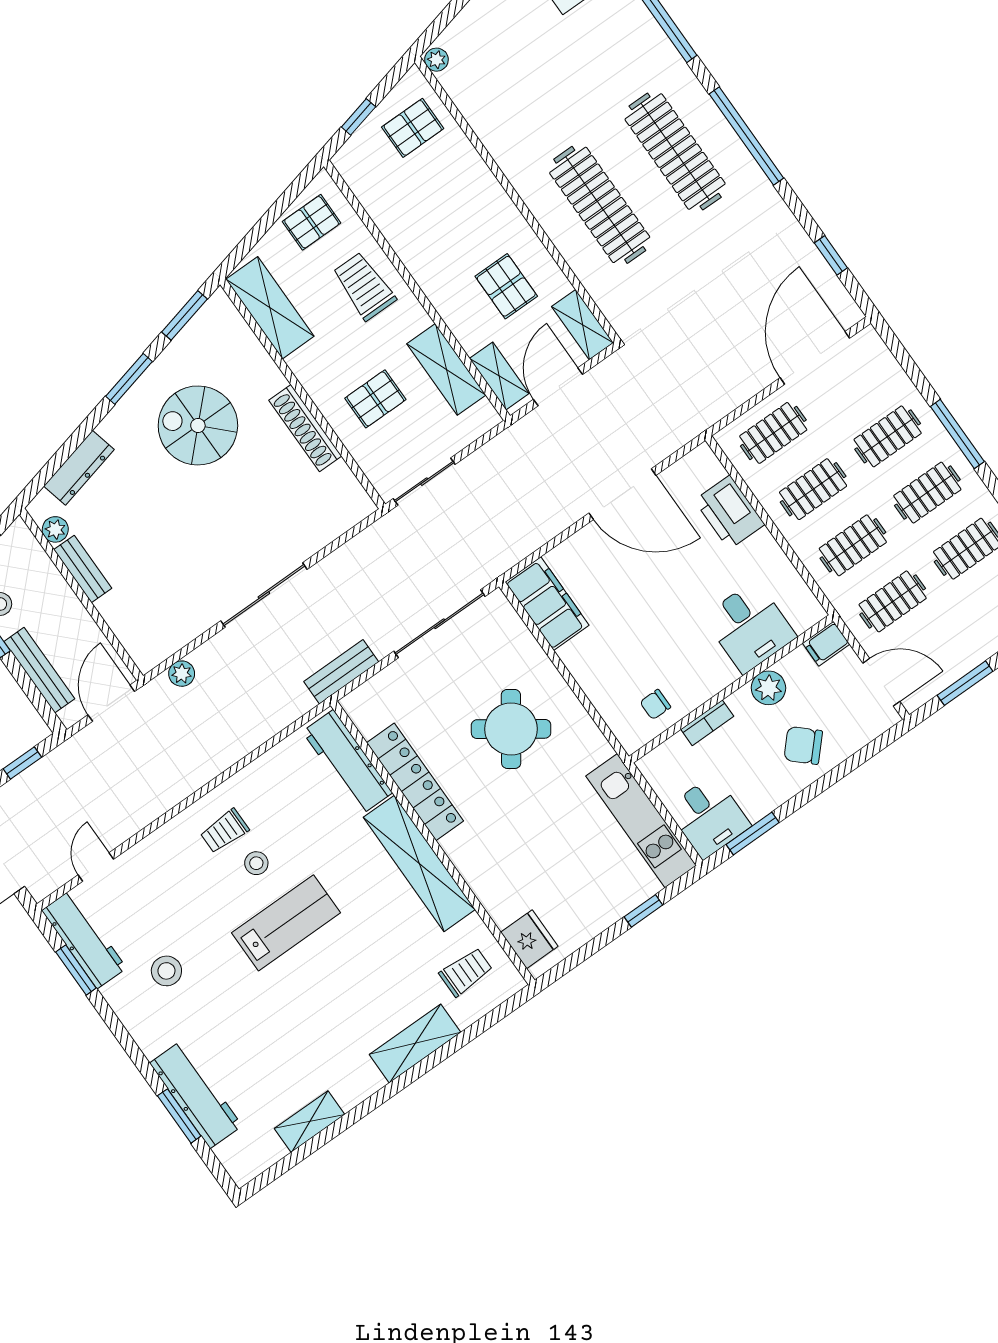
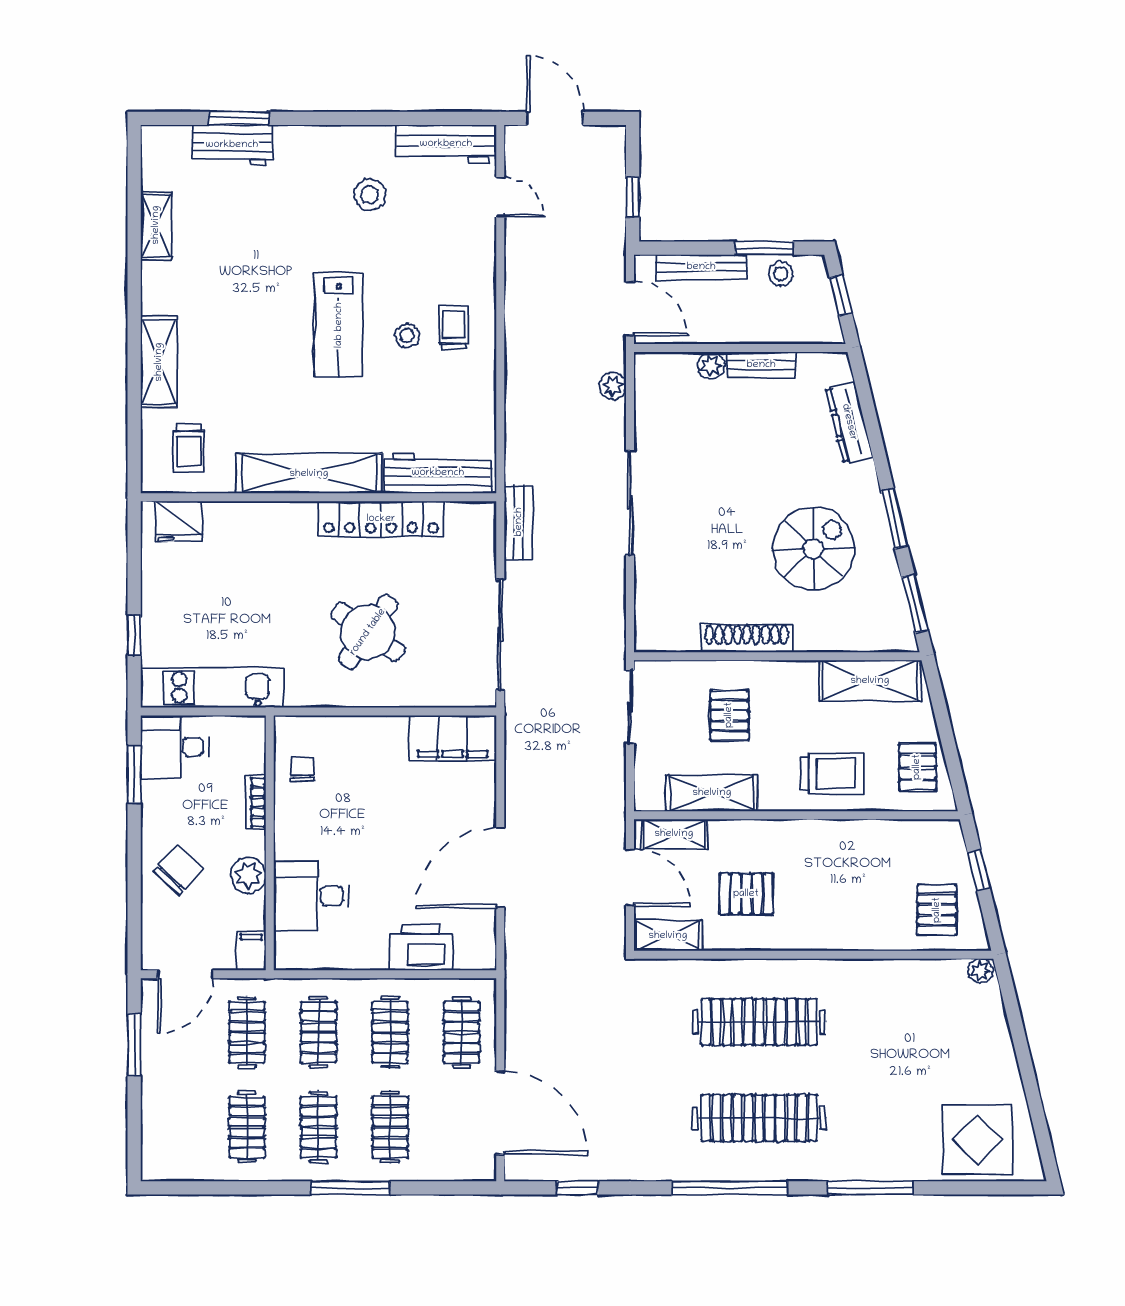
plant: (55, 529) -> (711, 365), moved
window: (76, 970) -> (425, 118), removed
workbench: (196, 1094) -> (232, 145), width x0.73

